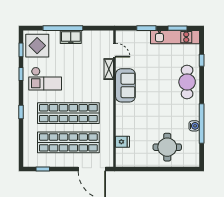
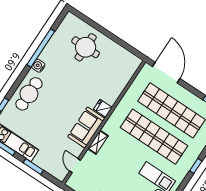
shelving: (109, 69) -> (98, 142), moved
water cooler: (194, 126) -> (38, 66), moved
fridge: (122, 142) -> (103, 108), moved

